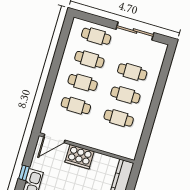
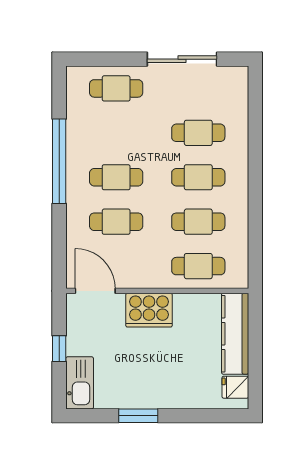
cafe table: (89, 59) -> (198, 266), moved
window: (55, 65) -> (59, 161), added
door: (54, 138) -> (95, 291), swing flipped
window: (24, 173) -> (59, 349), moved

